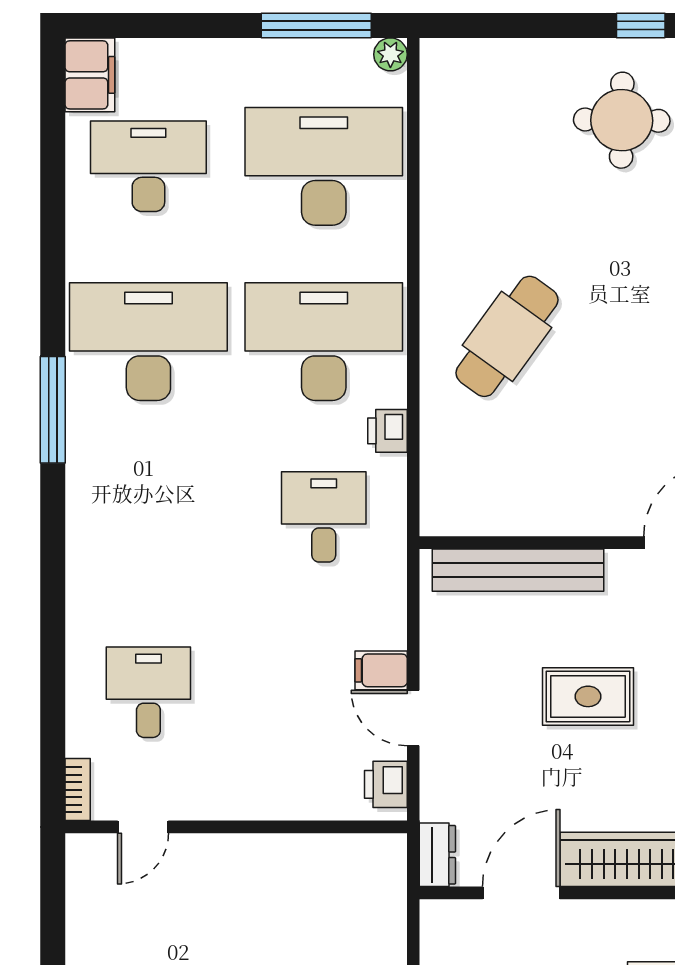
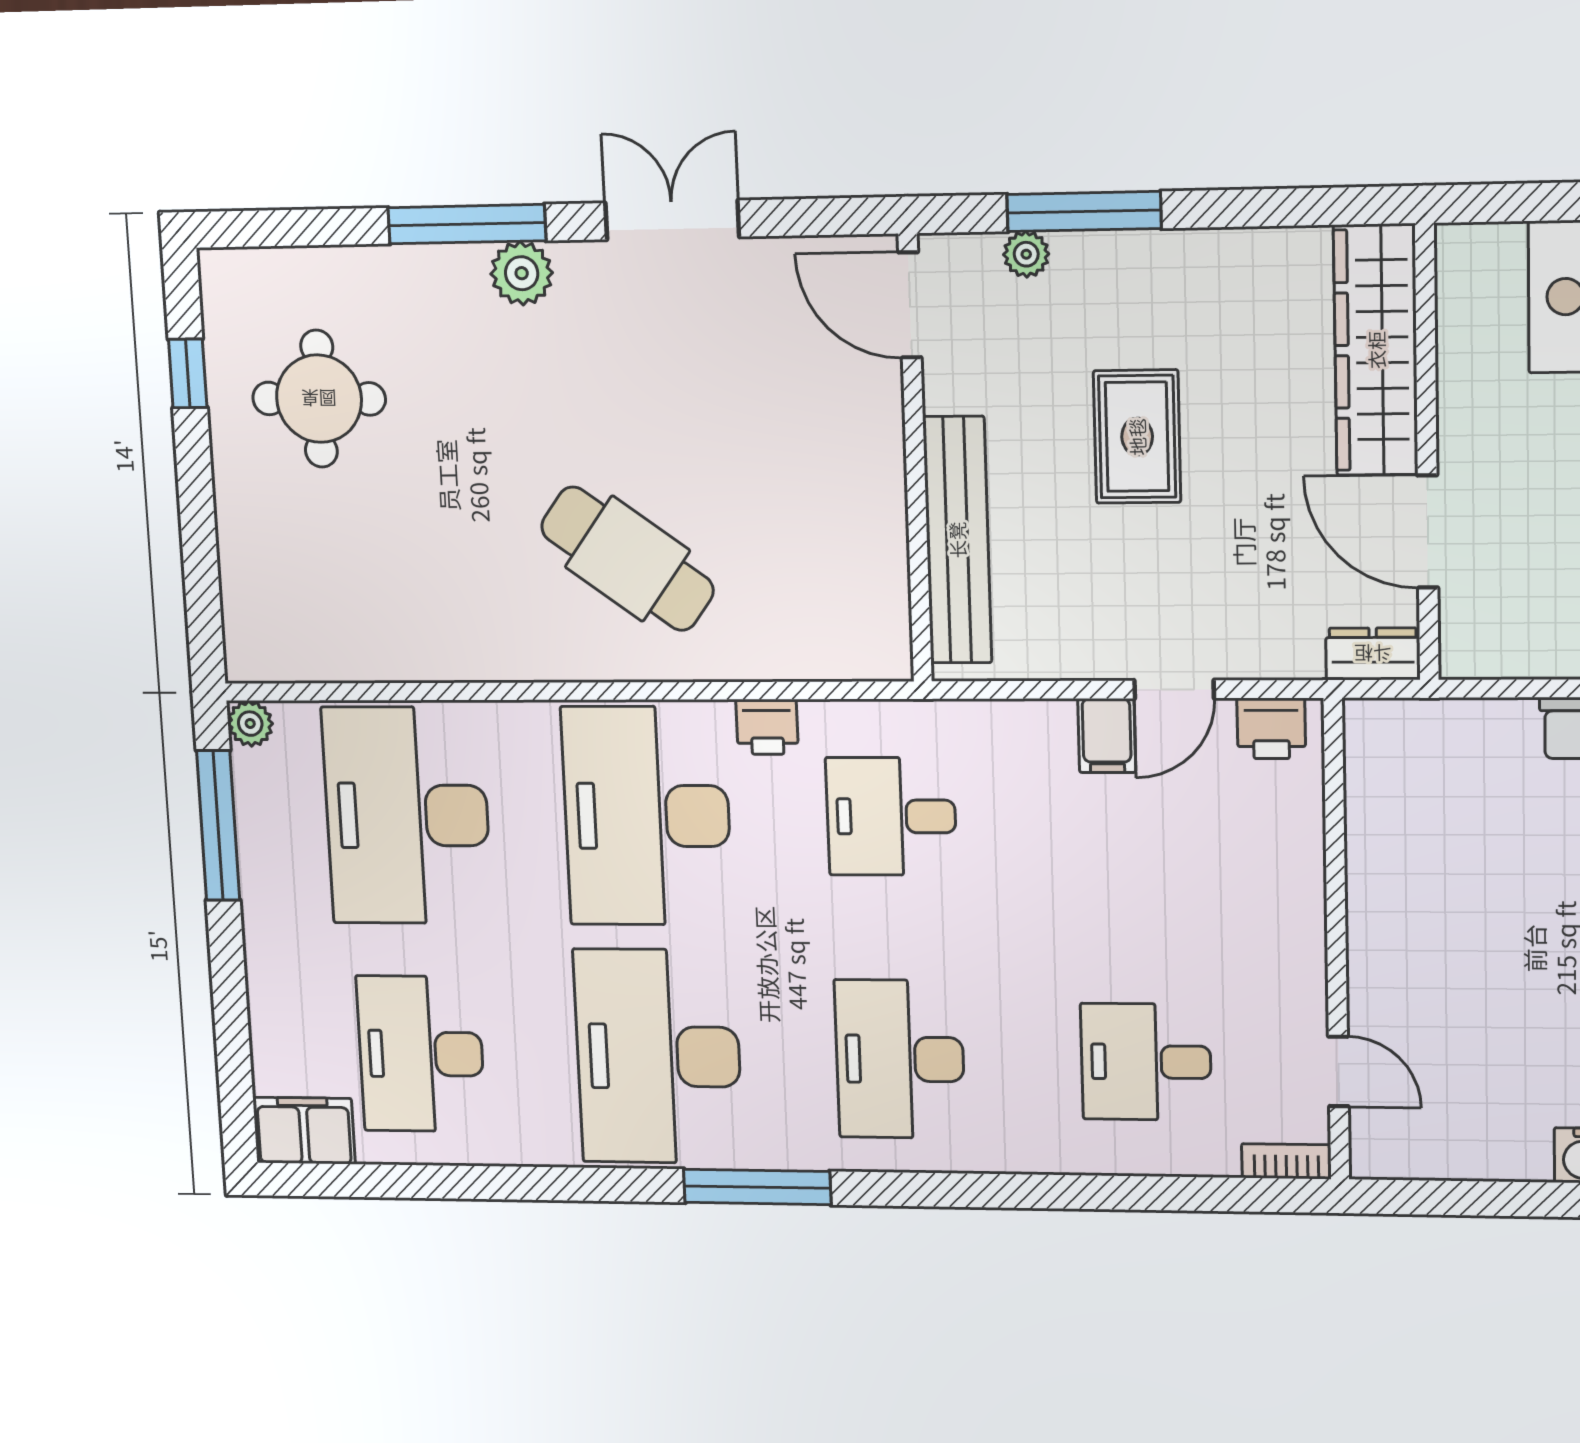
desk: (148, 517) -> (900, 1059), added

